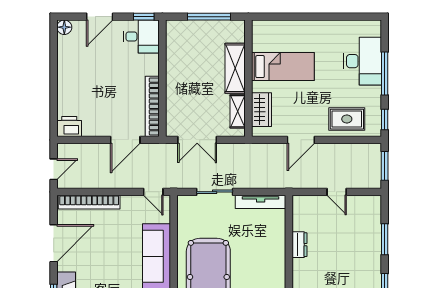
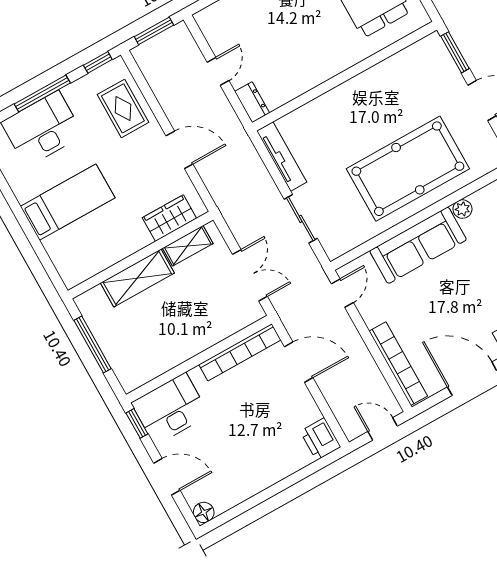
desk: (141, 36) -> (170, 409), width x1.37
bed: (283, 67) -> (68, 202), moved, turned 90
dresser: (299, 245) -> (252, 102), moved, turned 90

